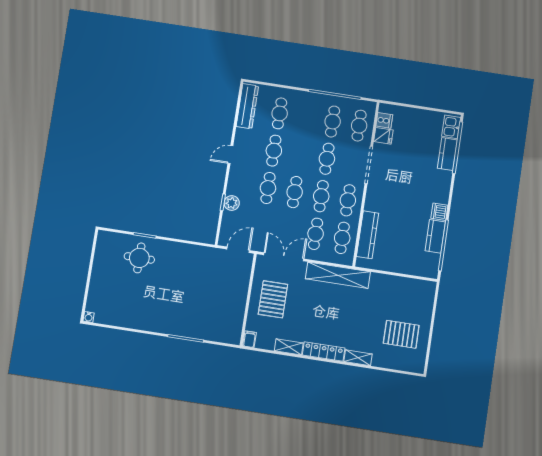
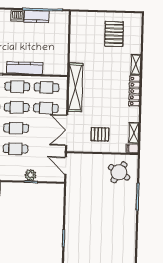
kitchen counter: (368, 235) -> (25, 68), moved
round table: (139, 258) -> (119, 172), moved, turned 31
pallet: (273, 299) -> (100, 134), width x0.67, depth x0.71
shelving: (289, 347) -> (134, 133), moved

